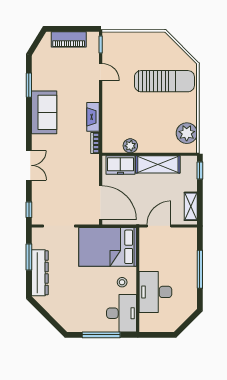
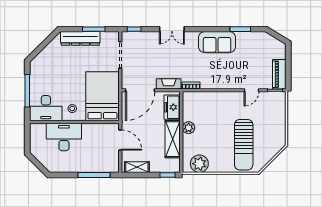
piano: (69, 39) -> (279, 74), moved
fireplace: (93, 117) -> (169, 84), moved
plant: (130, 146) -> (189, 128), moved
window: (200, 269) -> (94, 175), moved

